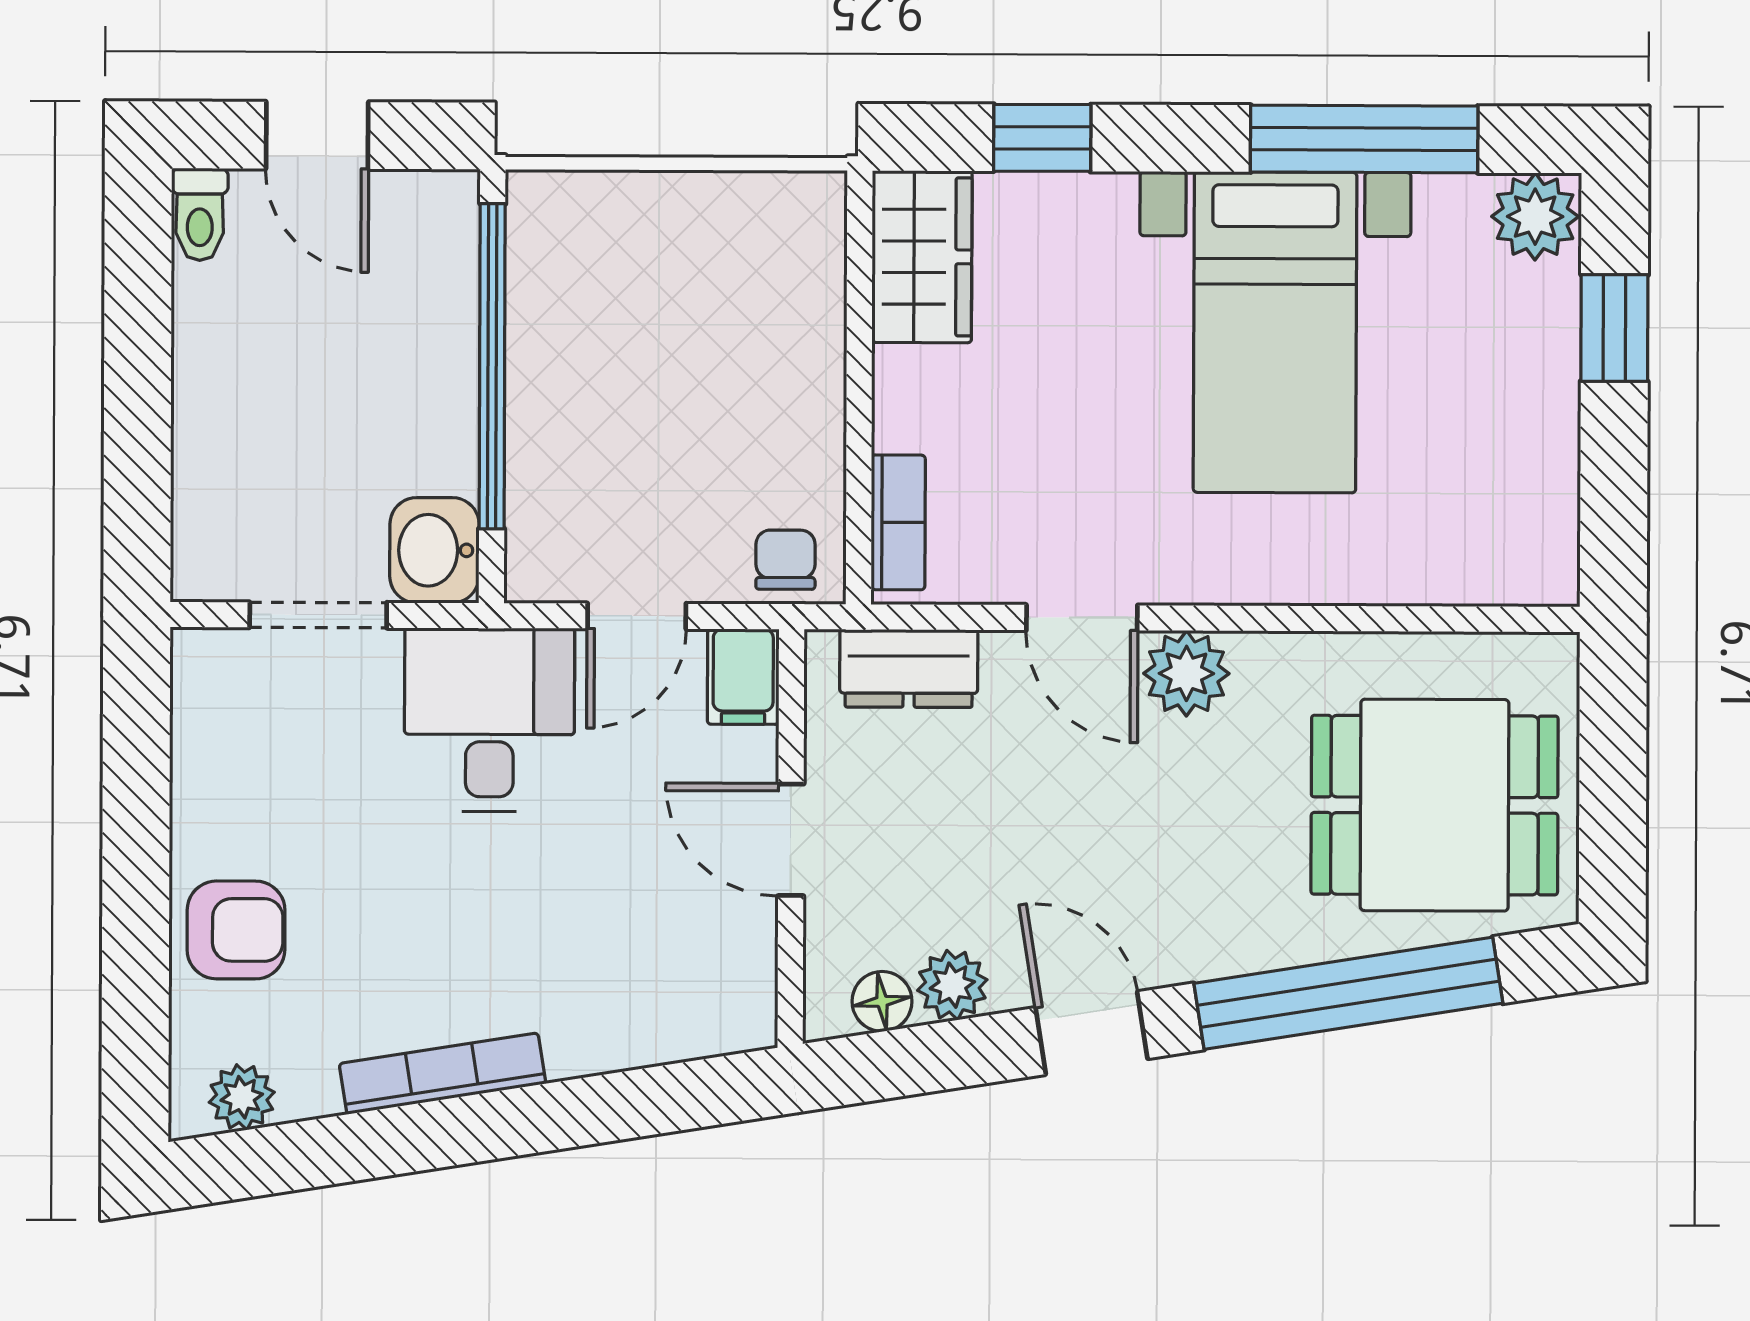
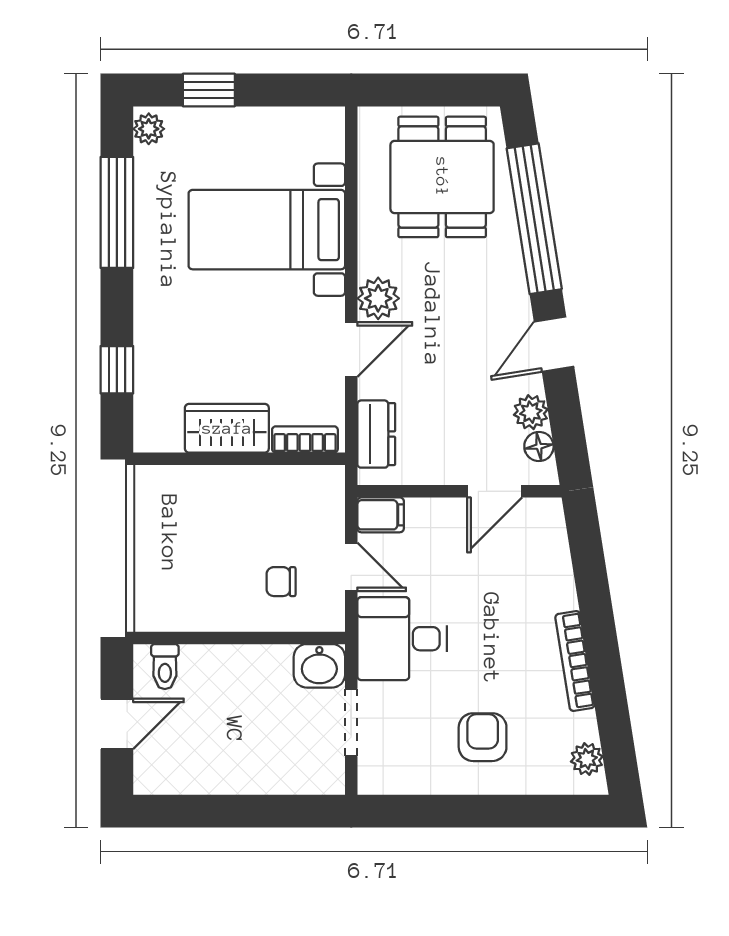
toilet: (200, 214) -> (165, 667), moved, turned 90
plant: (1535, 217) -> (149, 129), width x0.73, depth x0.73
wardrobe: (922, 257) -> (227, 428), moved
bed with nightstands: (1275, 332) -> (267, 230), moved, turned 180
window: (492, 366) -> (229, 638), removed
chair: (785, 560) -> (281, 582), moved
door: (791, 840) -> (495, 491), moved
armchair: (236, 930) -> (483, 737), moved

